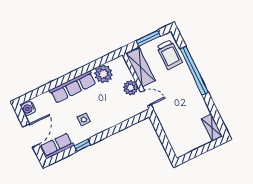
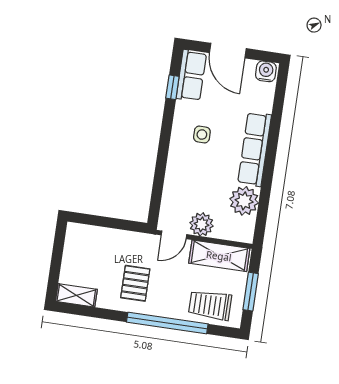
pallet: (185, 101) -> (135, 283), added
window: (82, 145) -> (172, 87), moved

